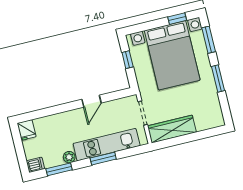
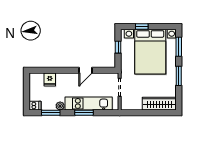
window: (177, 19) -> (142, 27), moved
wardrobe: (172, 129) -> (159, 104), moved
fridge: (27, 130) -> (50, 79), moved

